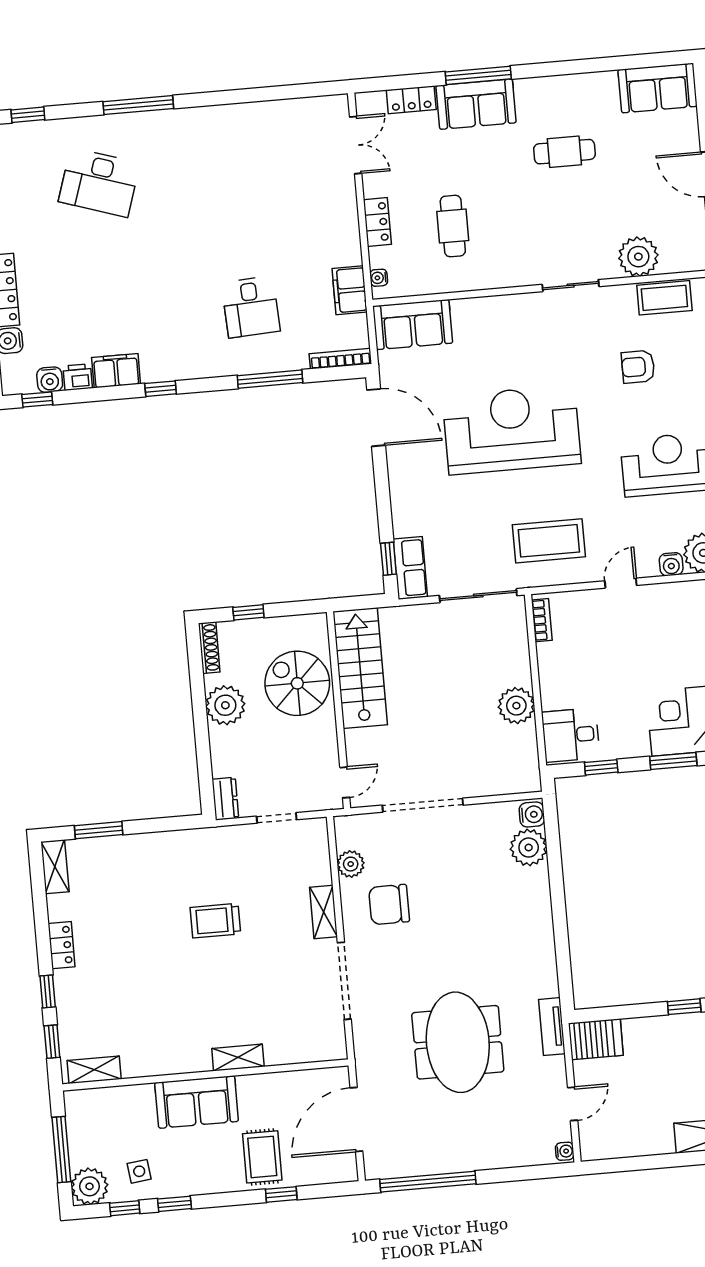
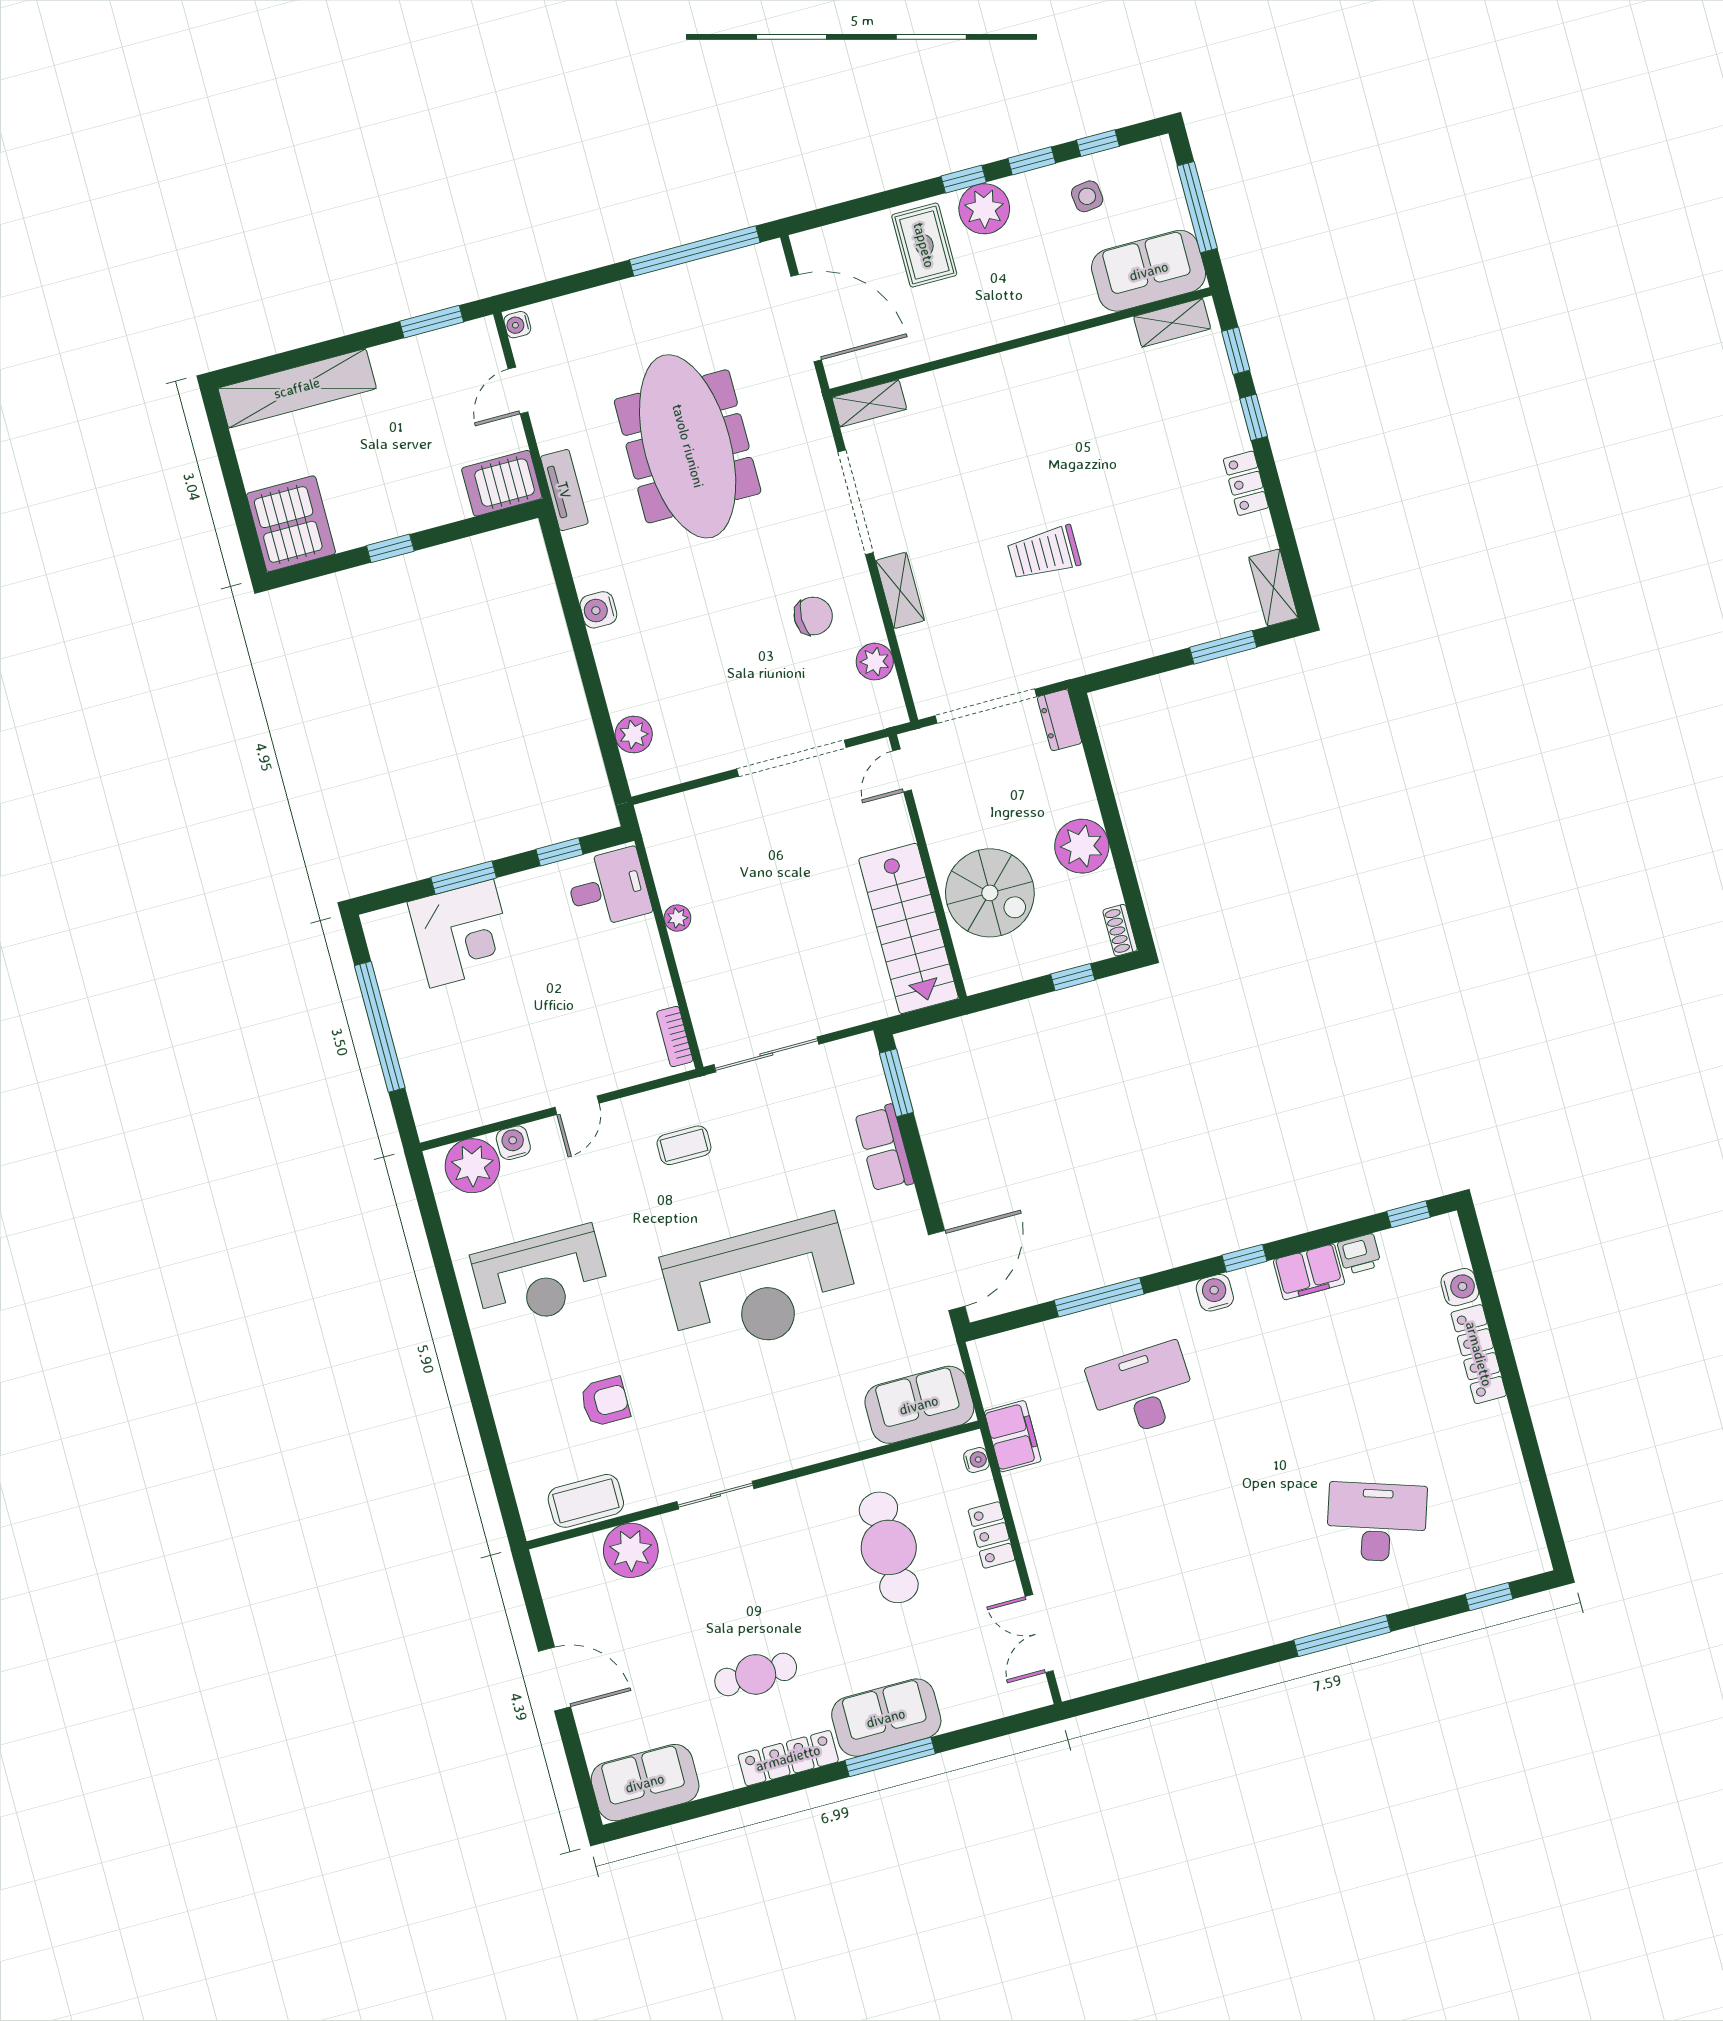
locker: (411, 100) -> (788, 1758), moved, width x1.53
cafe table: (453, 226) -> (889, 1547), width x1.37, depth x1.35
desk: (251, 307) -> (1142, 1390), width x1.37
bookcase: (340, 359) -> (1009, 1342), removed
water cooler: (50, 380) -> (1215, 1293), moved
door: (376, 418) -> (947, 1271), swing flipped
coffee table: (549, 541) -> (684, 1145), width x0.54, depth x0.58
window: (388, 559) -> (896, 1083), width x1.50
row of seats: (410, 568) -> (884, 1148), moved
shoe rack: (209, 648) -> (1120, 930), width x0.70
plant: (516, 706) -> (677, 918), width x0.53, depth x0.53
water cooler: (532, 814) -> (598, 610), moved
doorway: (277, 818) -> (986, 706), width x1.88
plant: (529, 848) -> (634, 734), width x0.73, depth x0.73
chair: (389, 905) -> (813, 616), width x0.73, depth x0.73
trolley: (215, 921) -> (1044, 553), turned 180
meeting table: (458, 1042) -> (688, 446), width x1.36
shelving: (238, 1058) -> (869, 403), moved
sofa: (197, 1102) -> (1149, 271), moved
door: (356, 1119) -> (806, 318), hinge flipped
window: (626, 1164) -> (432, 322), added
plant: (90, 1186) -> (984, 209), moved
window: (281, 1194) -> (964, 179), moved

